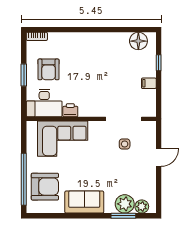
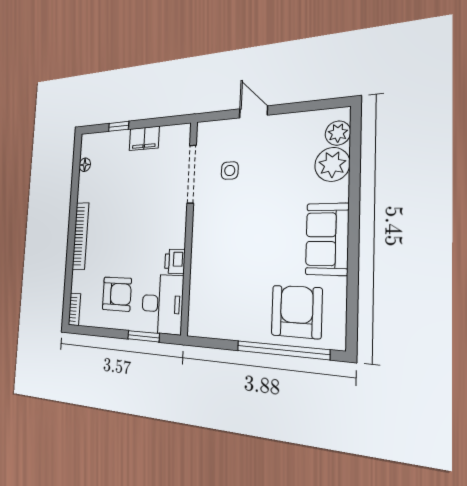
bookcase: (86, 37) -> (80, 236), added
floor lamp: (138, 41) -> (85, 165), width x0.53, depth x0.53
window: (24, 75) -> (143, 336), moved
filing cabinet: (149, 83) -> (144, 138), width x2.00
corner sofa: (63, 139) -> (217, 276), removed
window: (123, 216) -> (355, 166), removed

